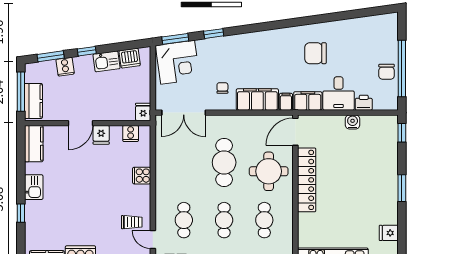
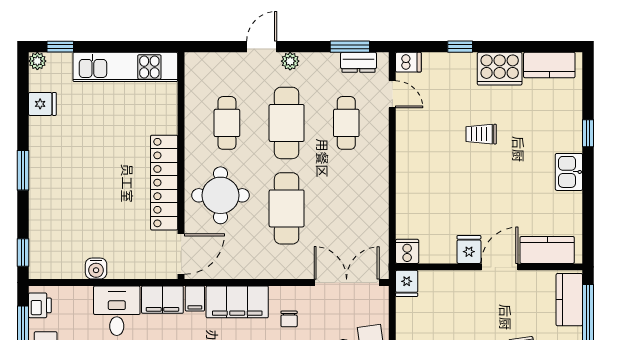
printer: (364, 103) -> (40, 305), moved, turned -90
cooker: (131, 133) -> (407, 251), moved
kitchen counter: (34, 144) -> (547, 250), moved, turned 90
cooker: (142, 176) -> (409, 189), removed
cafe table: (224, 220) -> (287, 123), width x1.37, depth x1.35
trolley: (132, 222) -> (481, 134), moved

